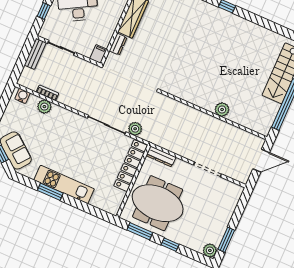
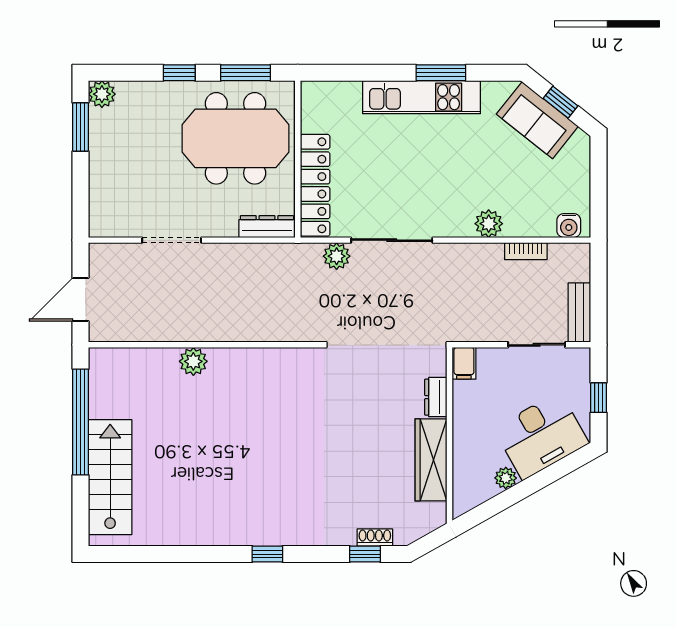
plant: (44, 107) -> (489, 224), moved

